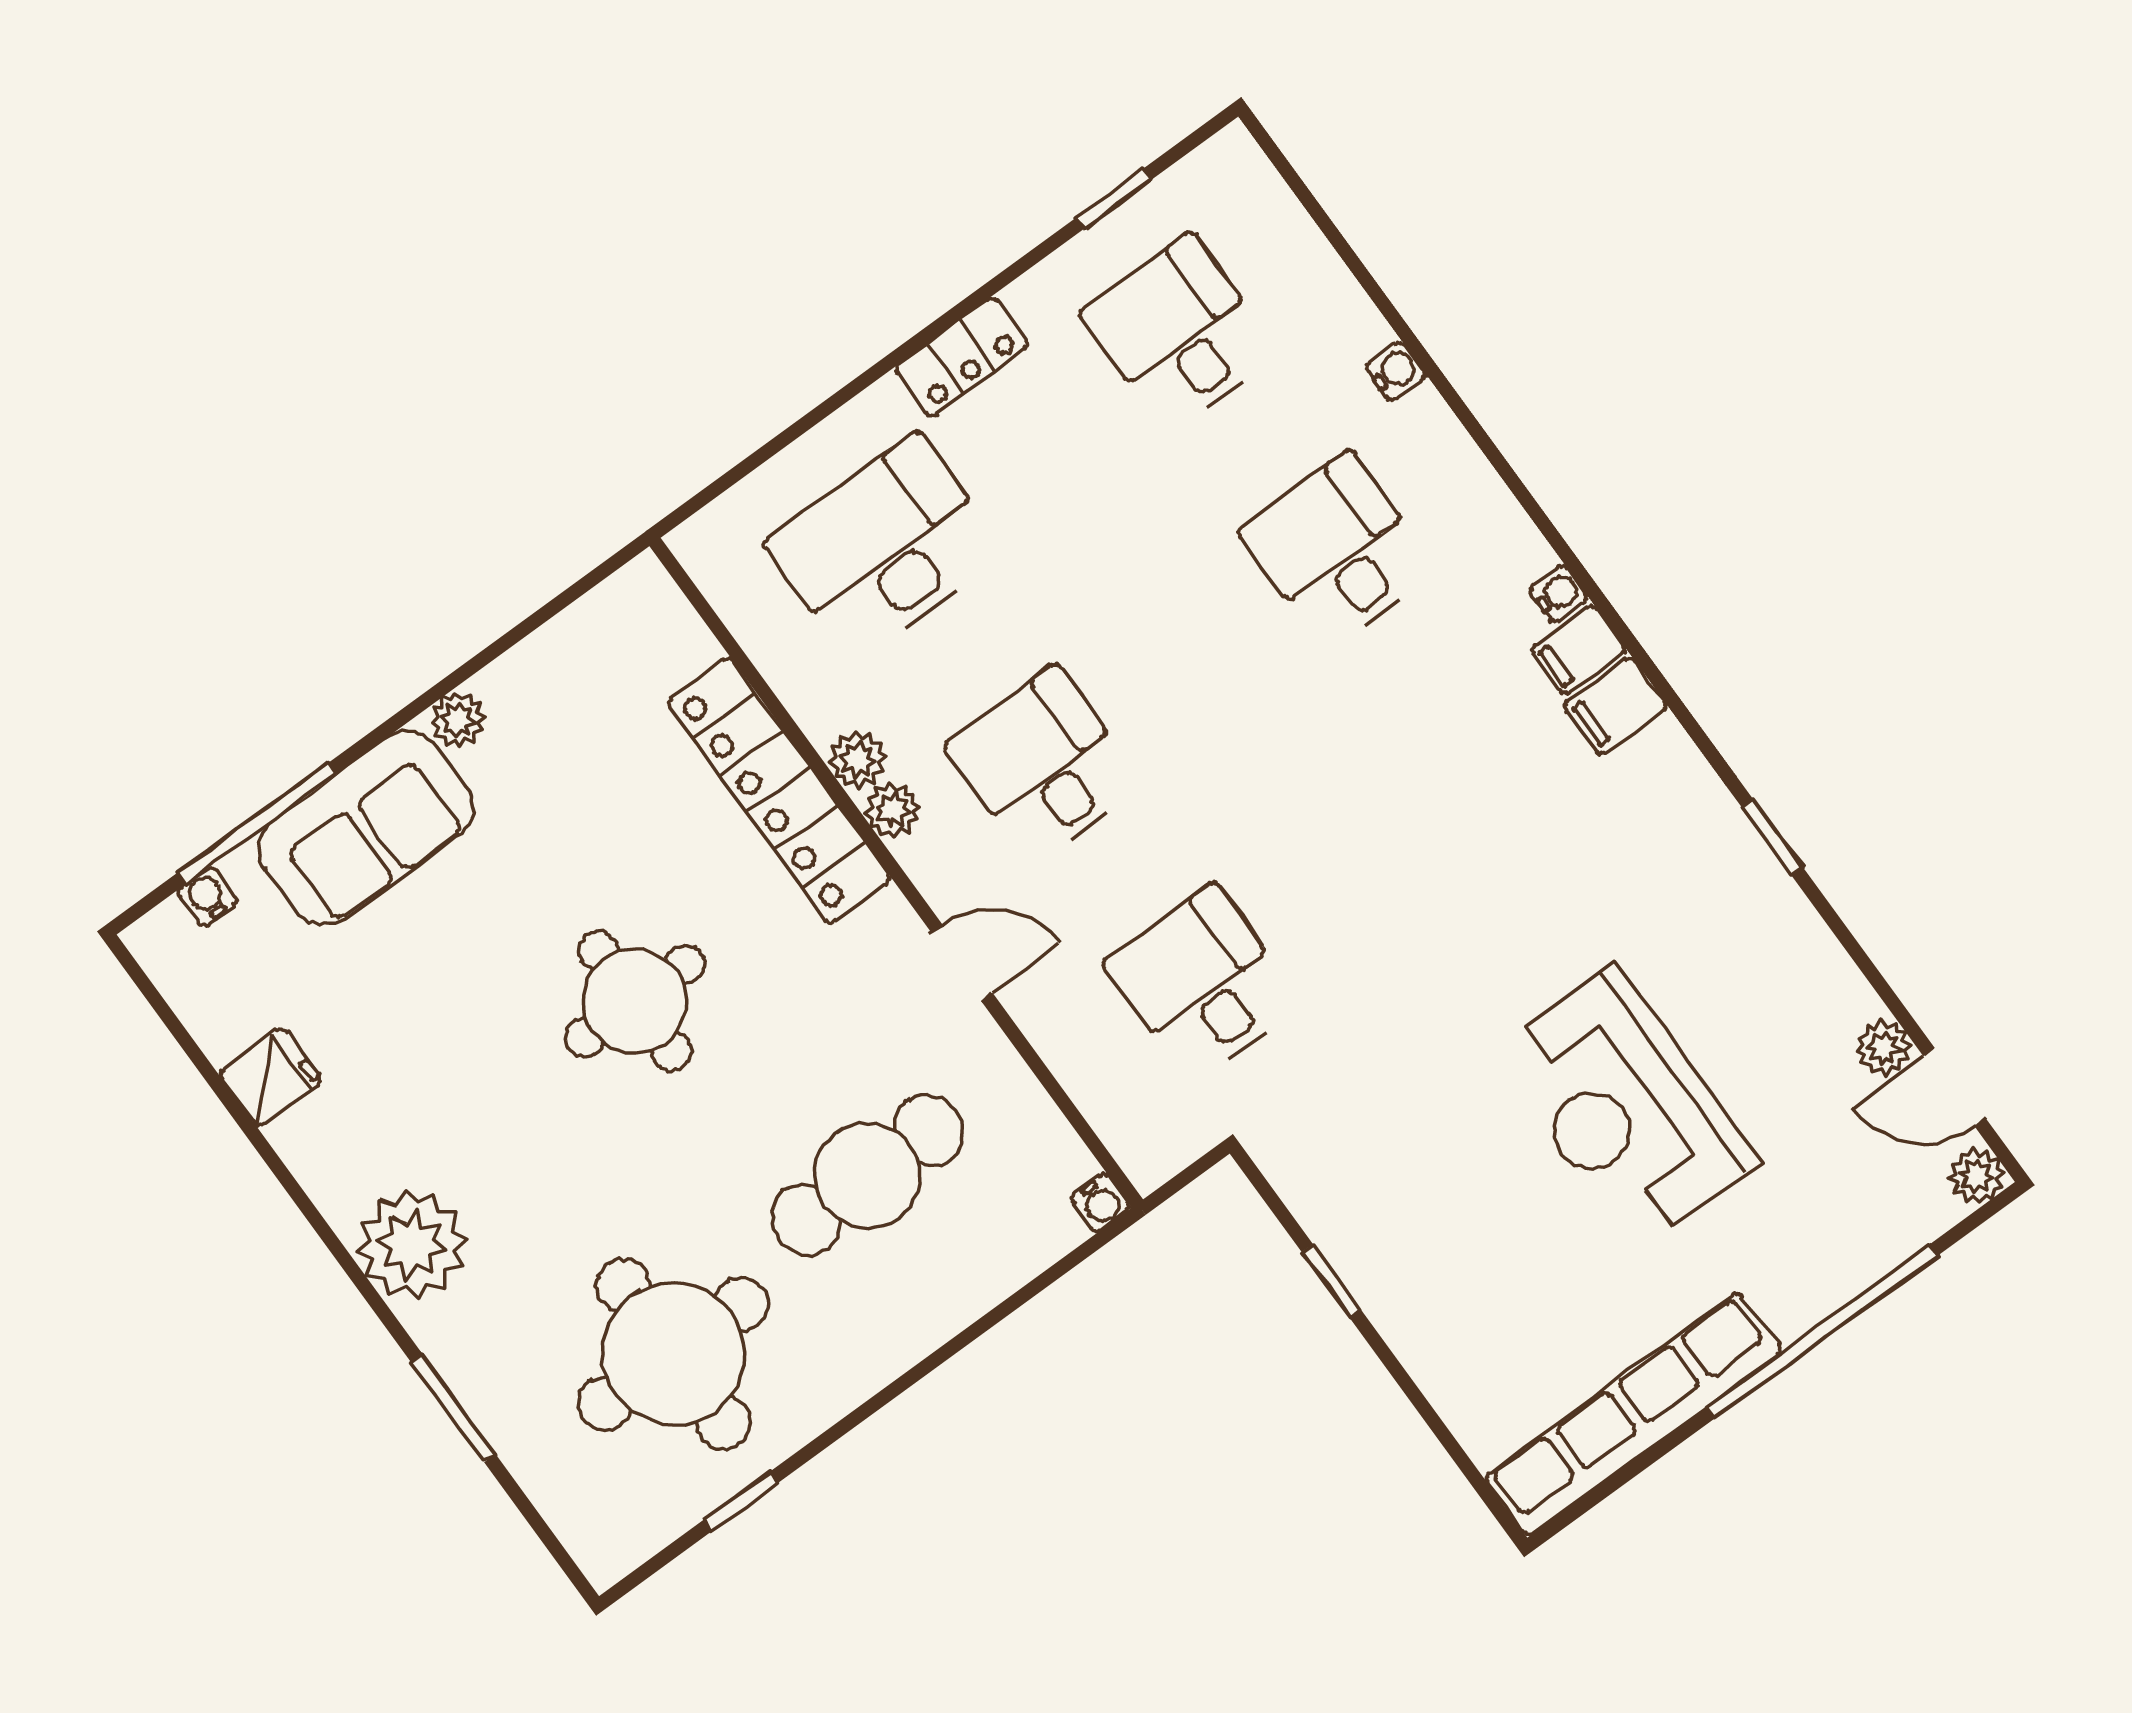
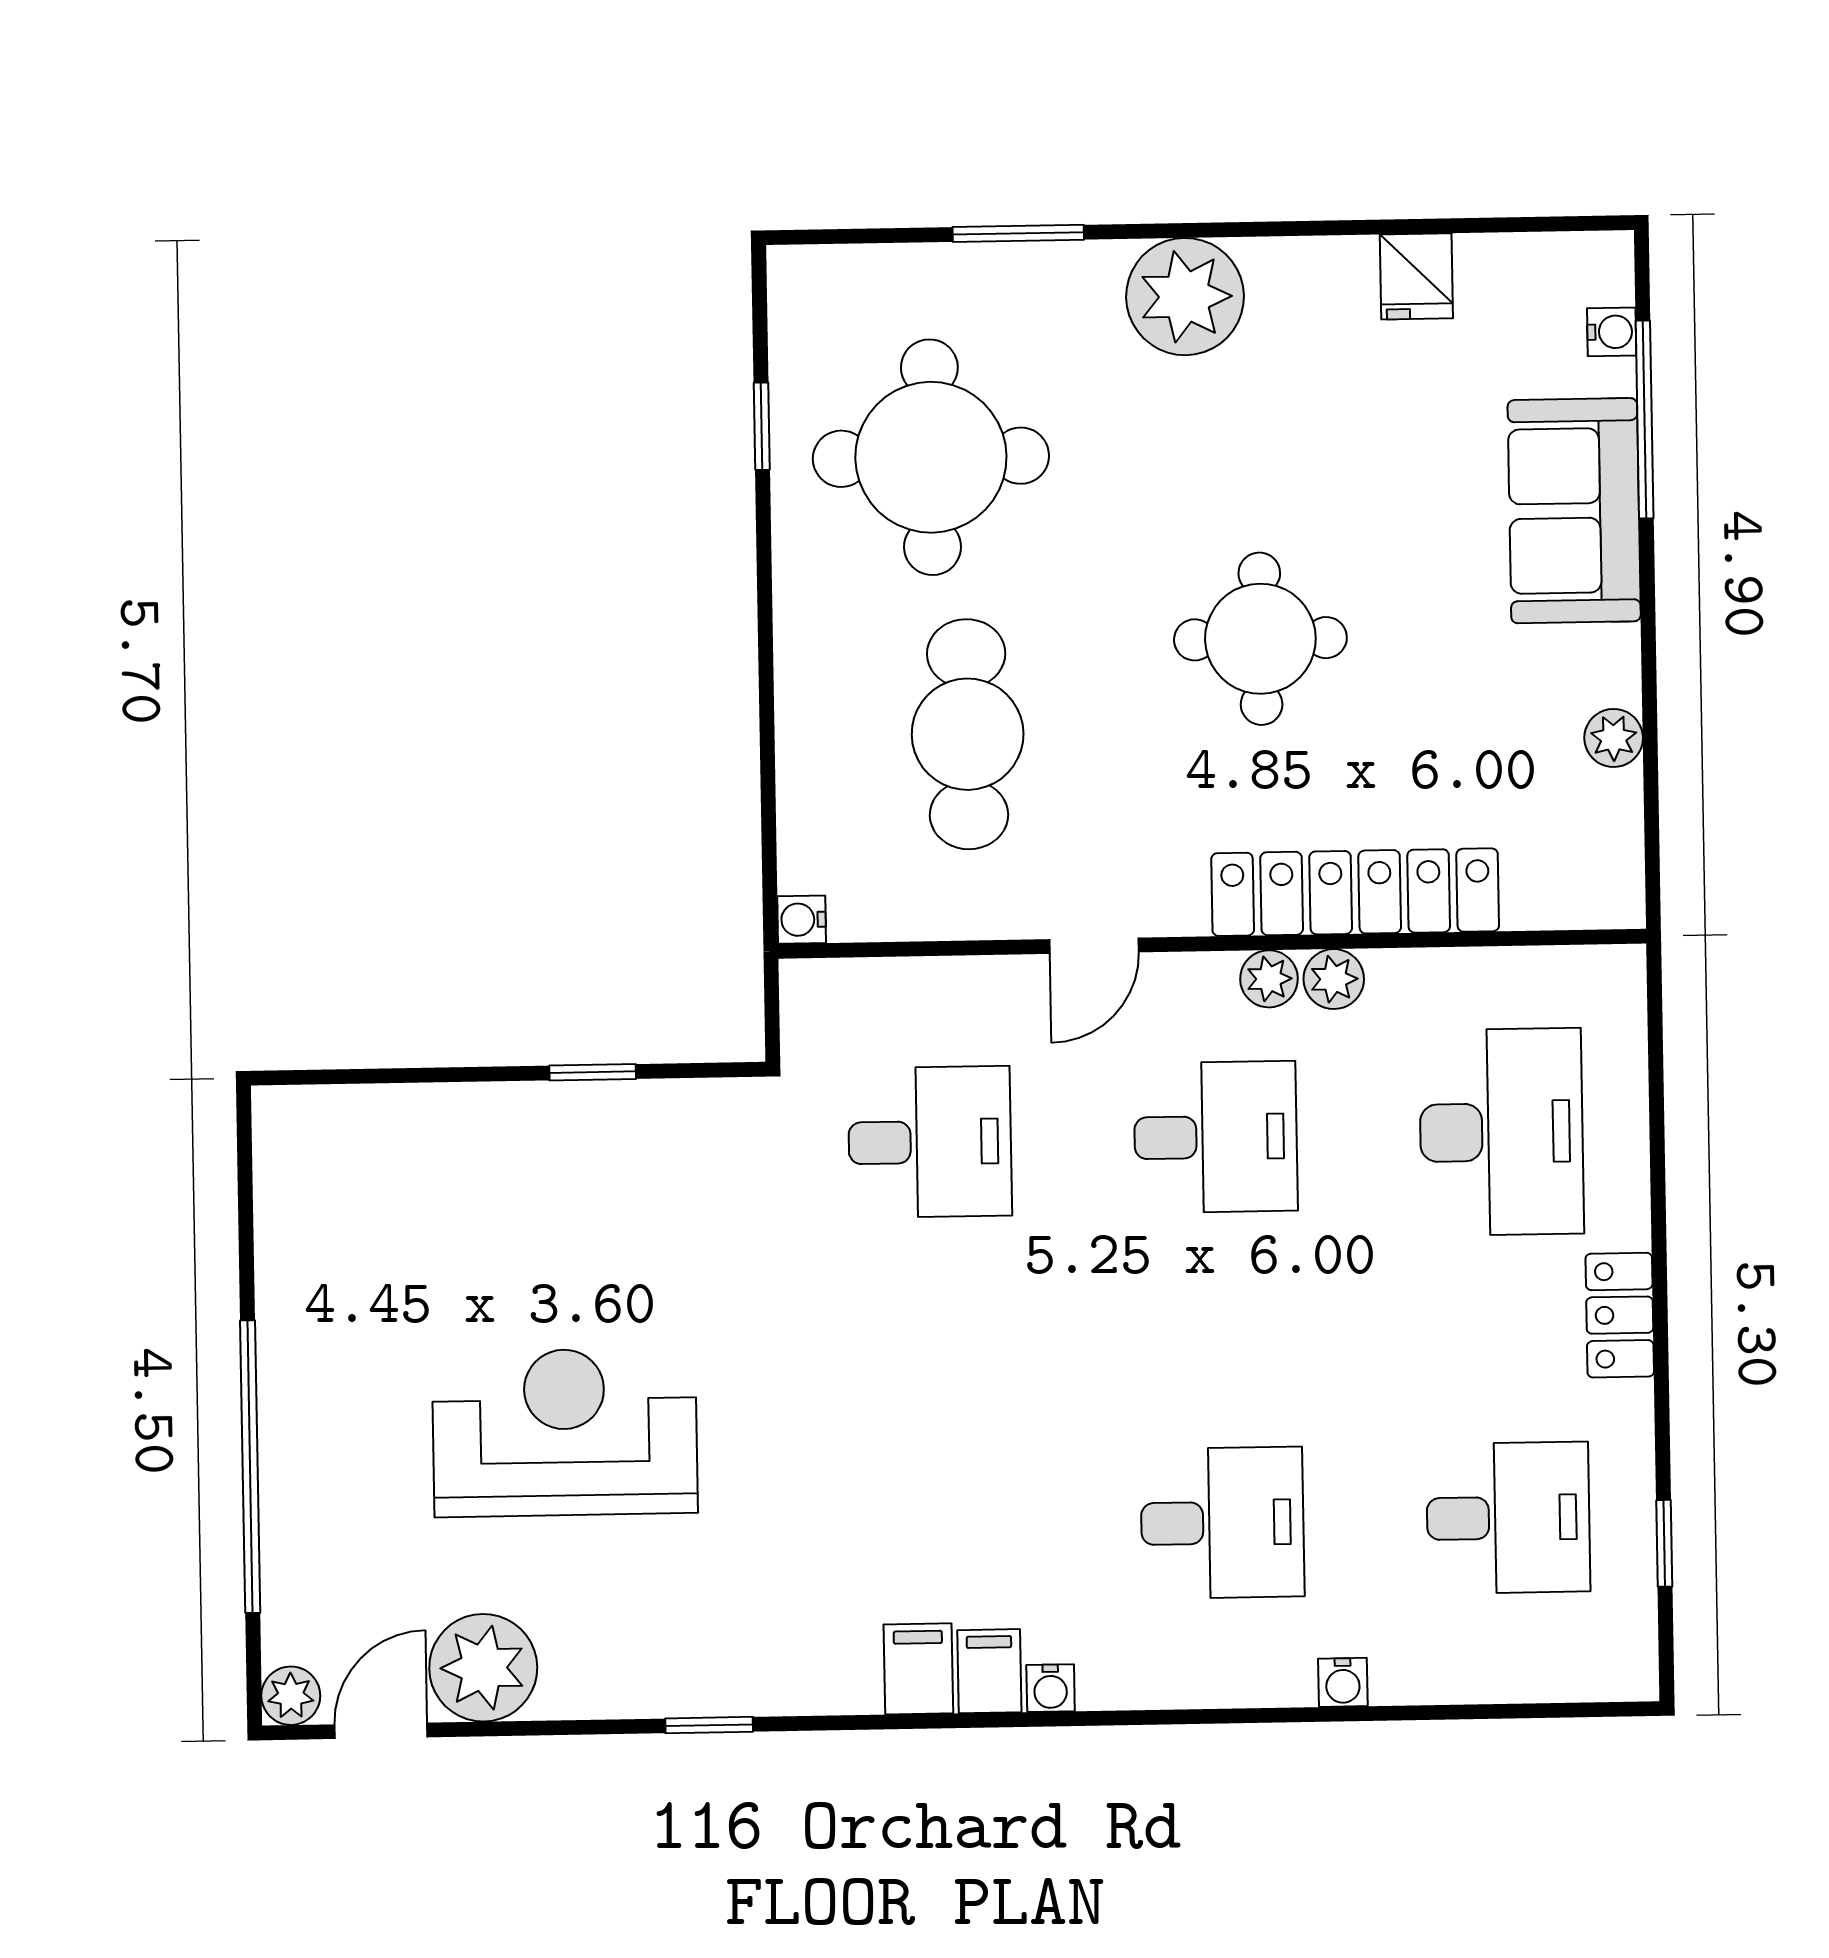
plant: (458, 720) -> (1614, 738), moved
plant: (1884, 1048) -> (483, 1668), width x1.88, depth x1.88
row of seats: (1633, 1414) -> (293, 1253), removed

